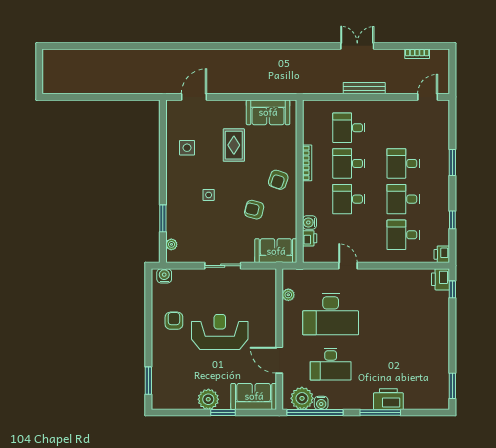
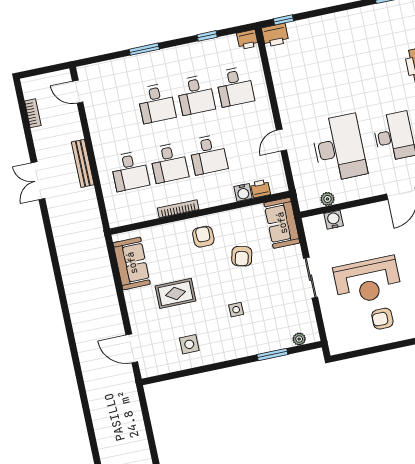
armchair: (278, 180) -> (203, 237), turned -109
water cooler: (164, 276) -> (334, 220), moved, turned 90
reception desk: (220, 332) -> (367, 281), moved, turned -90

